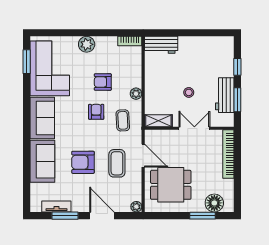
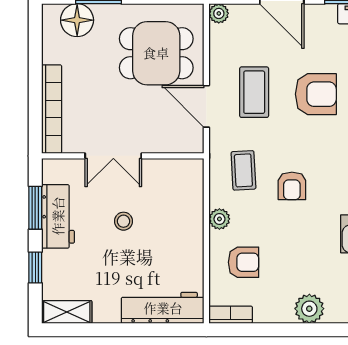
workbench: (161, 45) -> (163, 308), width x1.38
armchair: (103, 82) -> (244, 262), moved
shelving: (158, 121) -> (67, 312), moved

